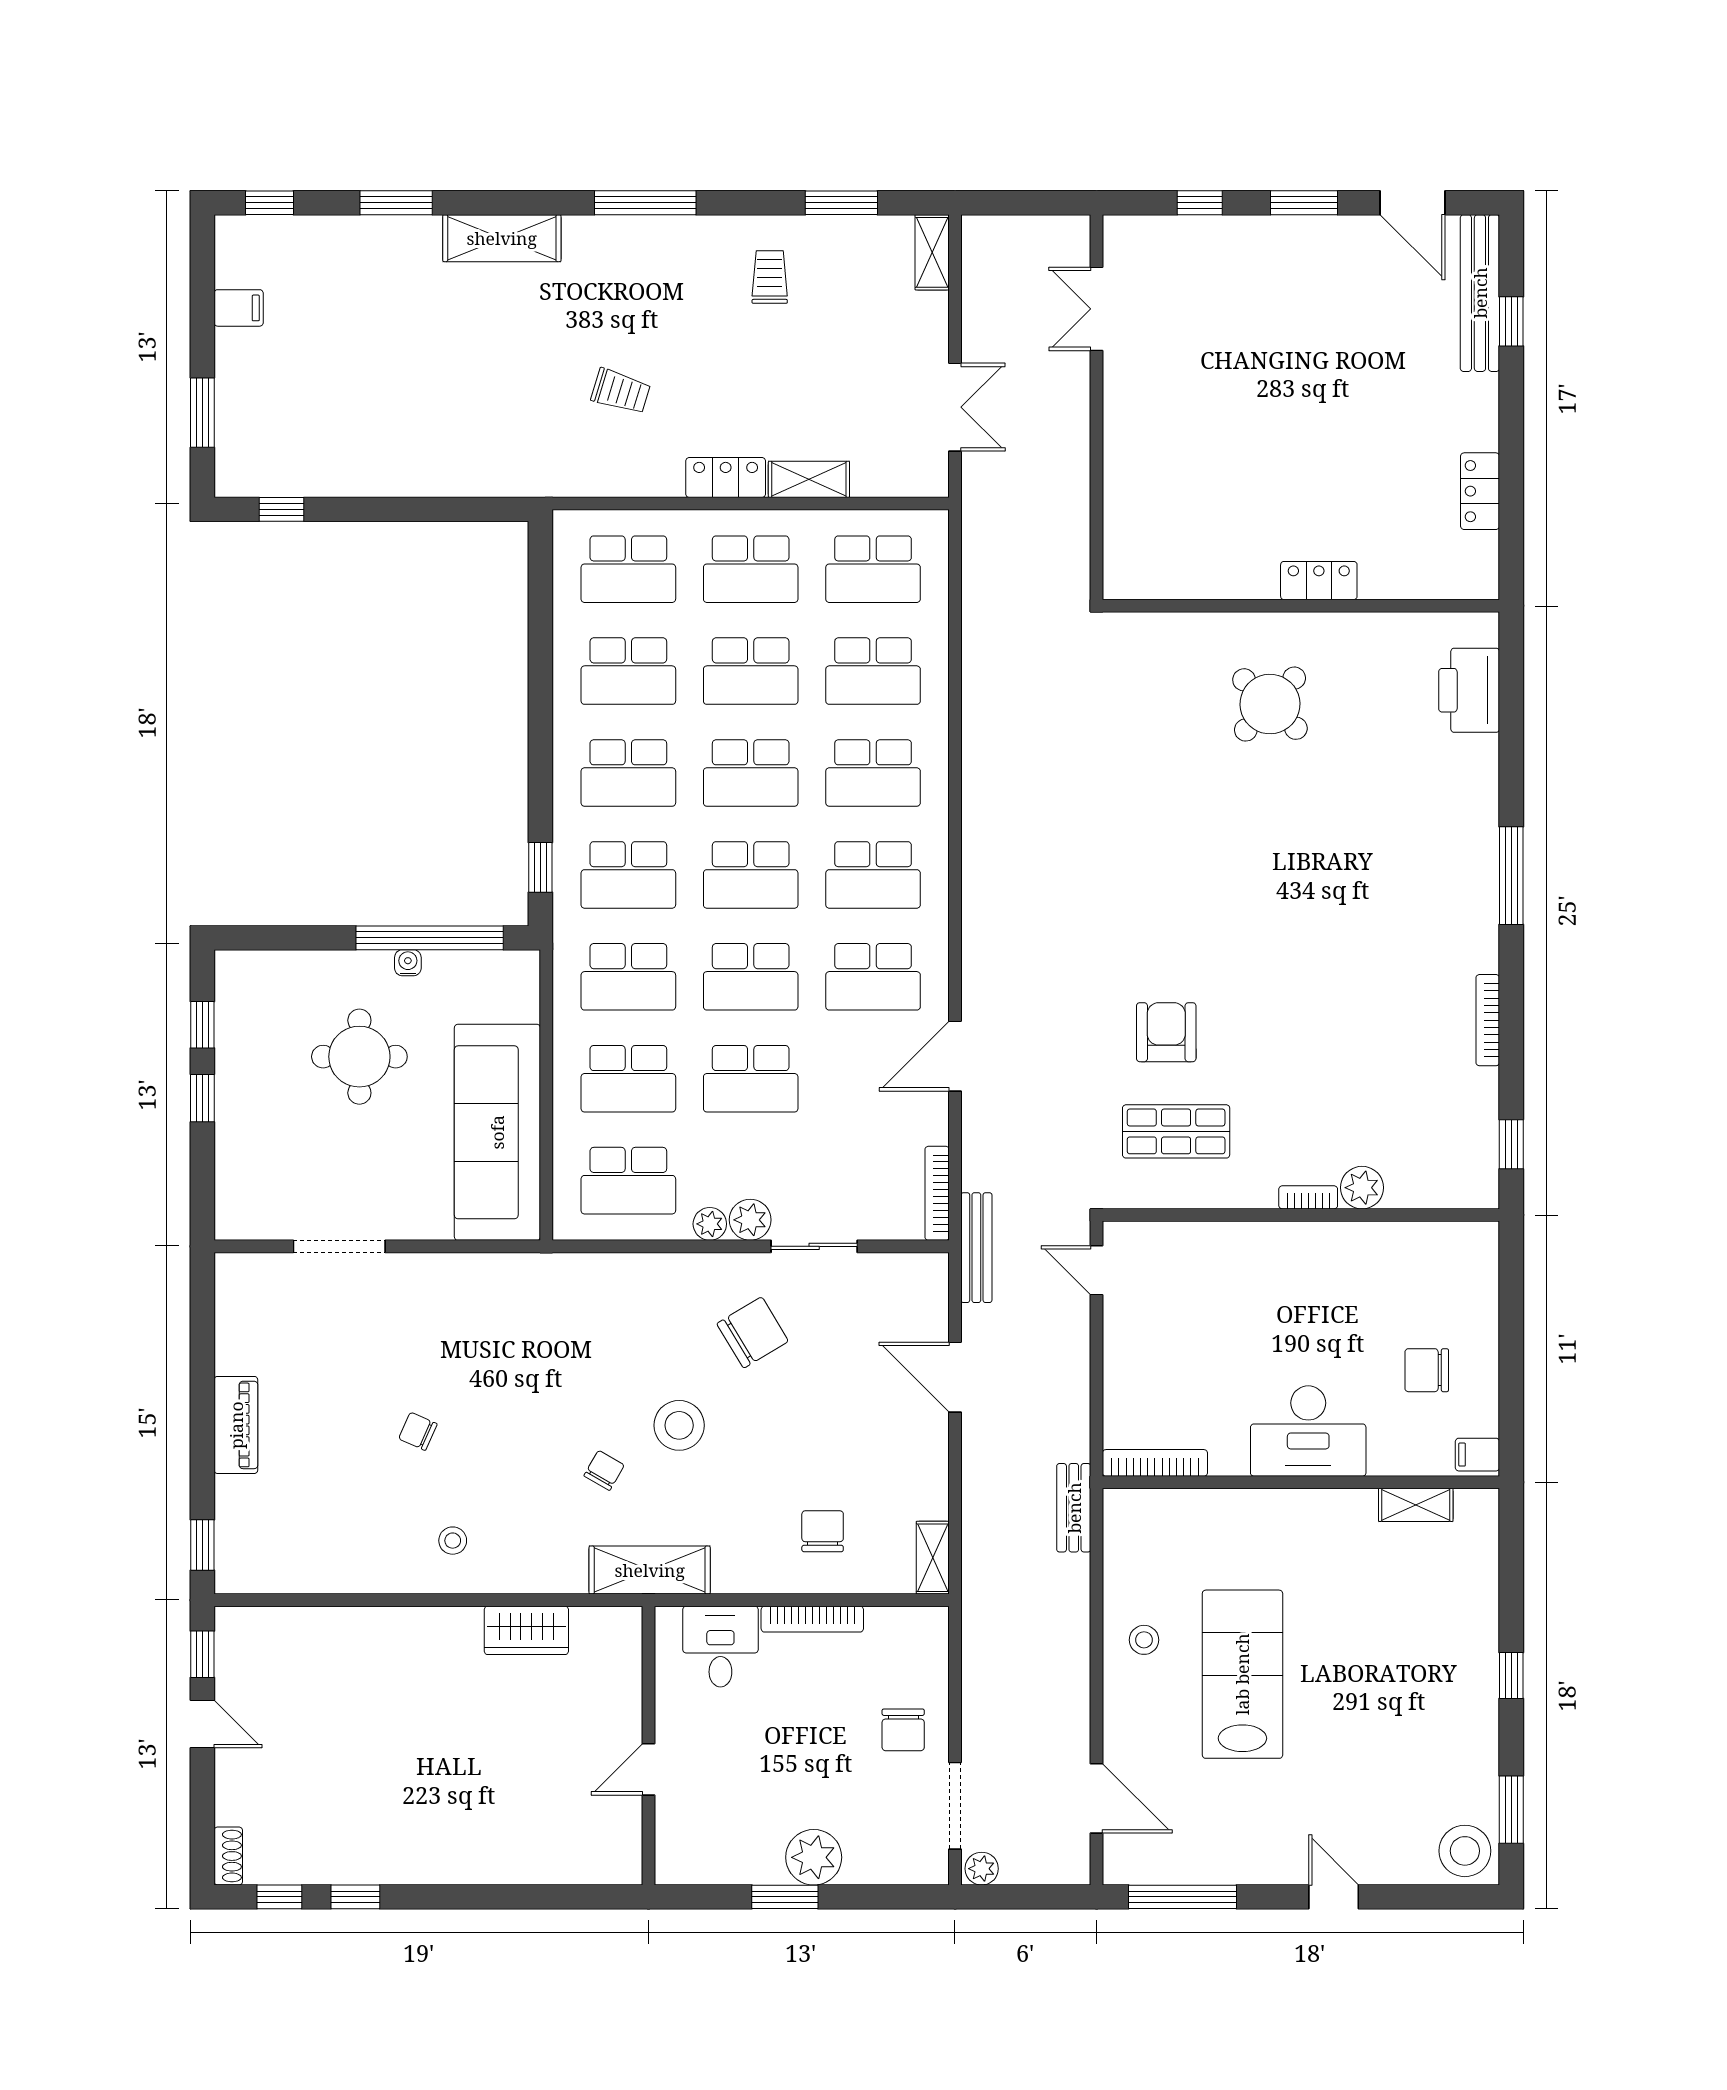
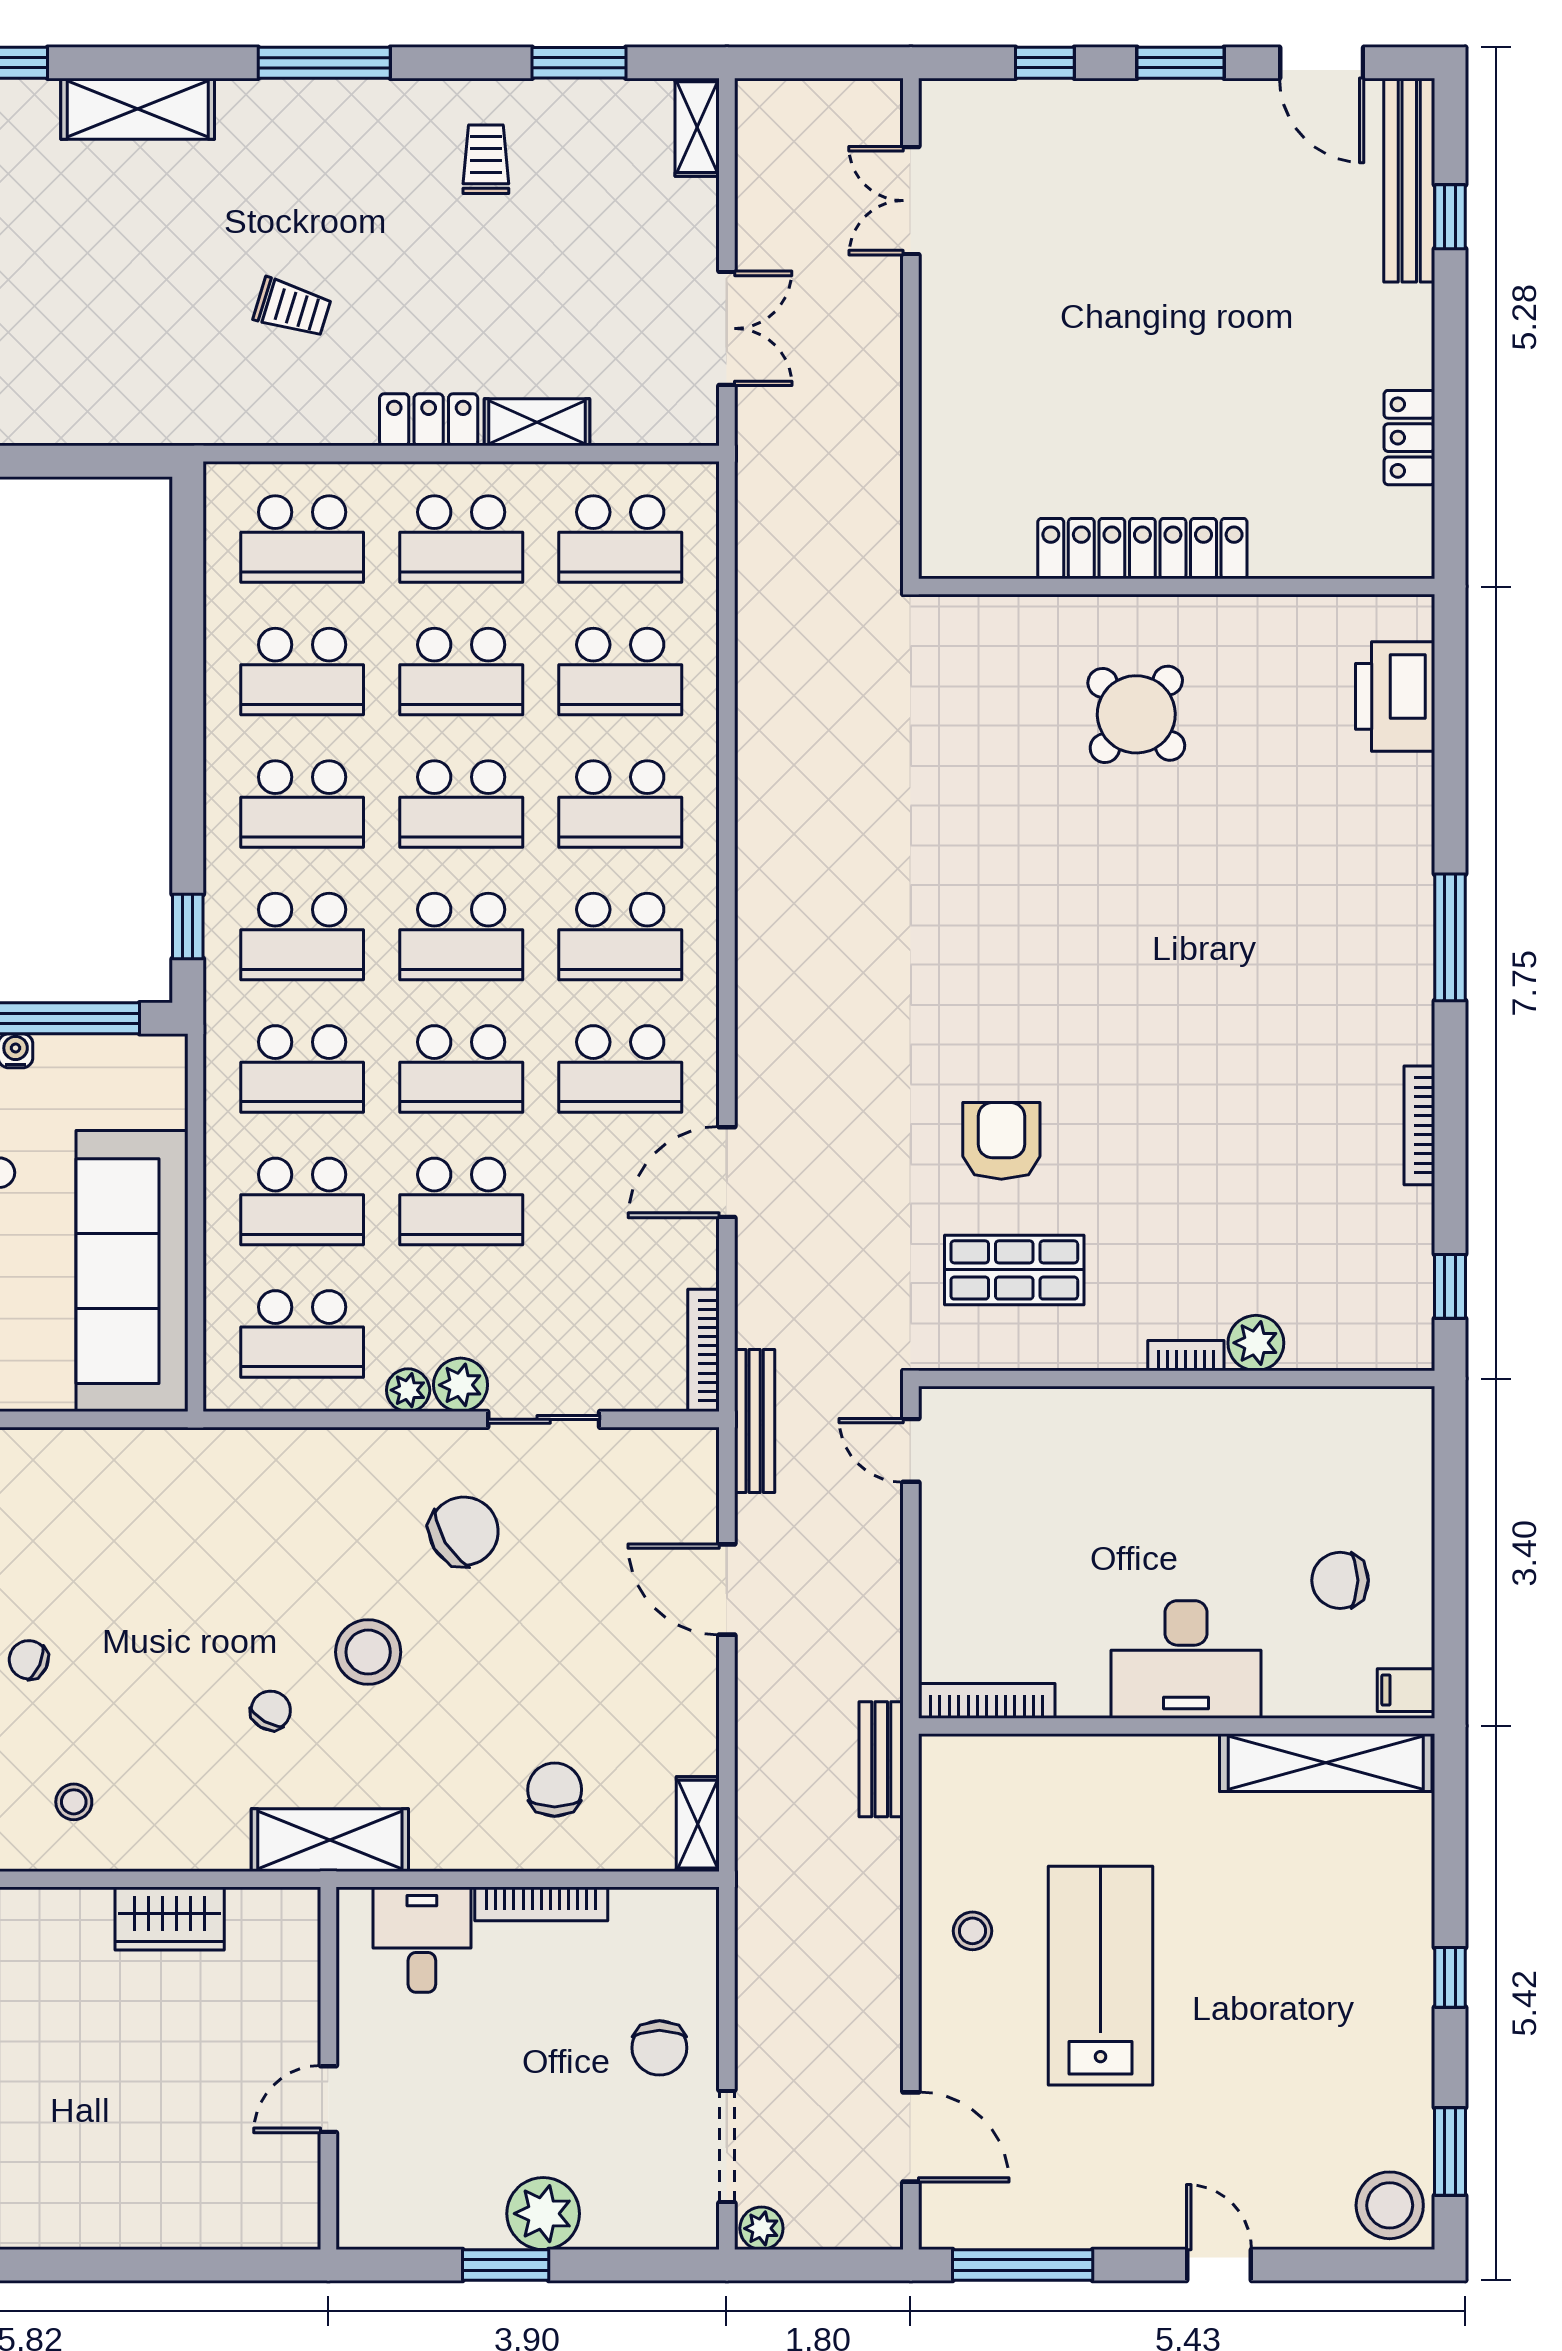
locker: (1319, 581) -> (1142, 549), width x2.16, depth x1.21
shelving: (1416, 1505) -> (1326, 1763), width x2.20, depth x1.33

